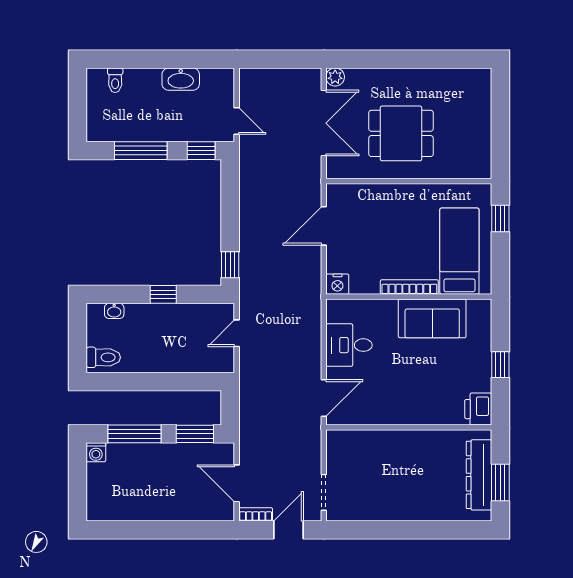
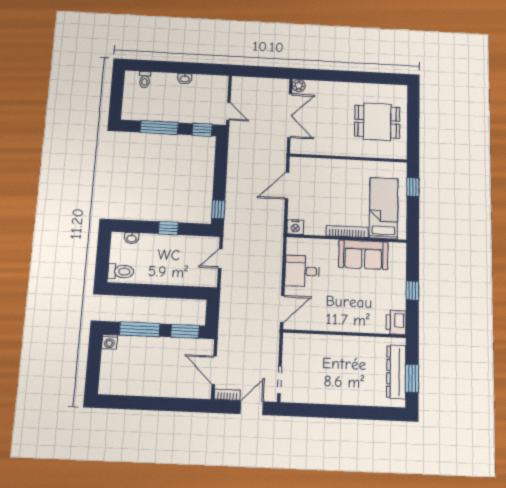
washbasin: (181, 79) -> (185, 79), width x0.52, depth x0.69
dining table: (401, 133) -> (377, 122), moved

